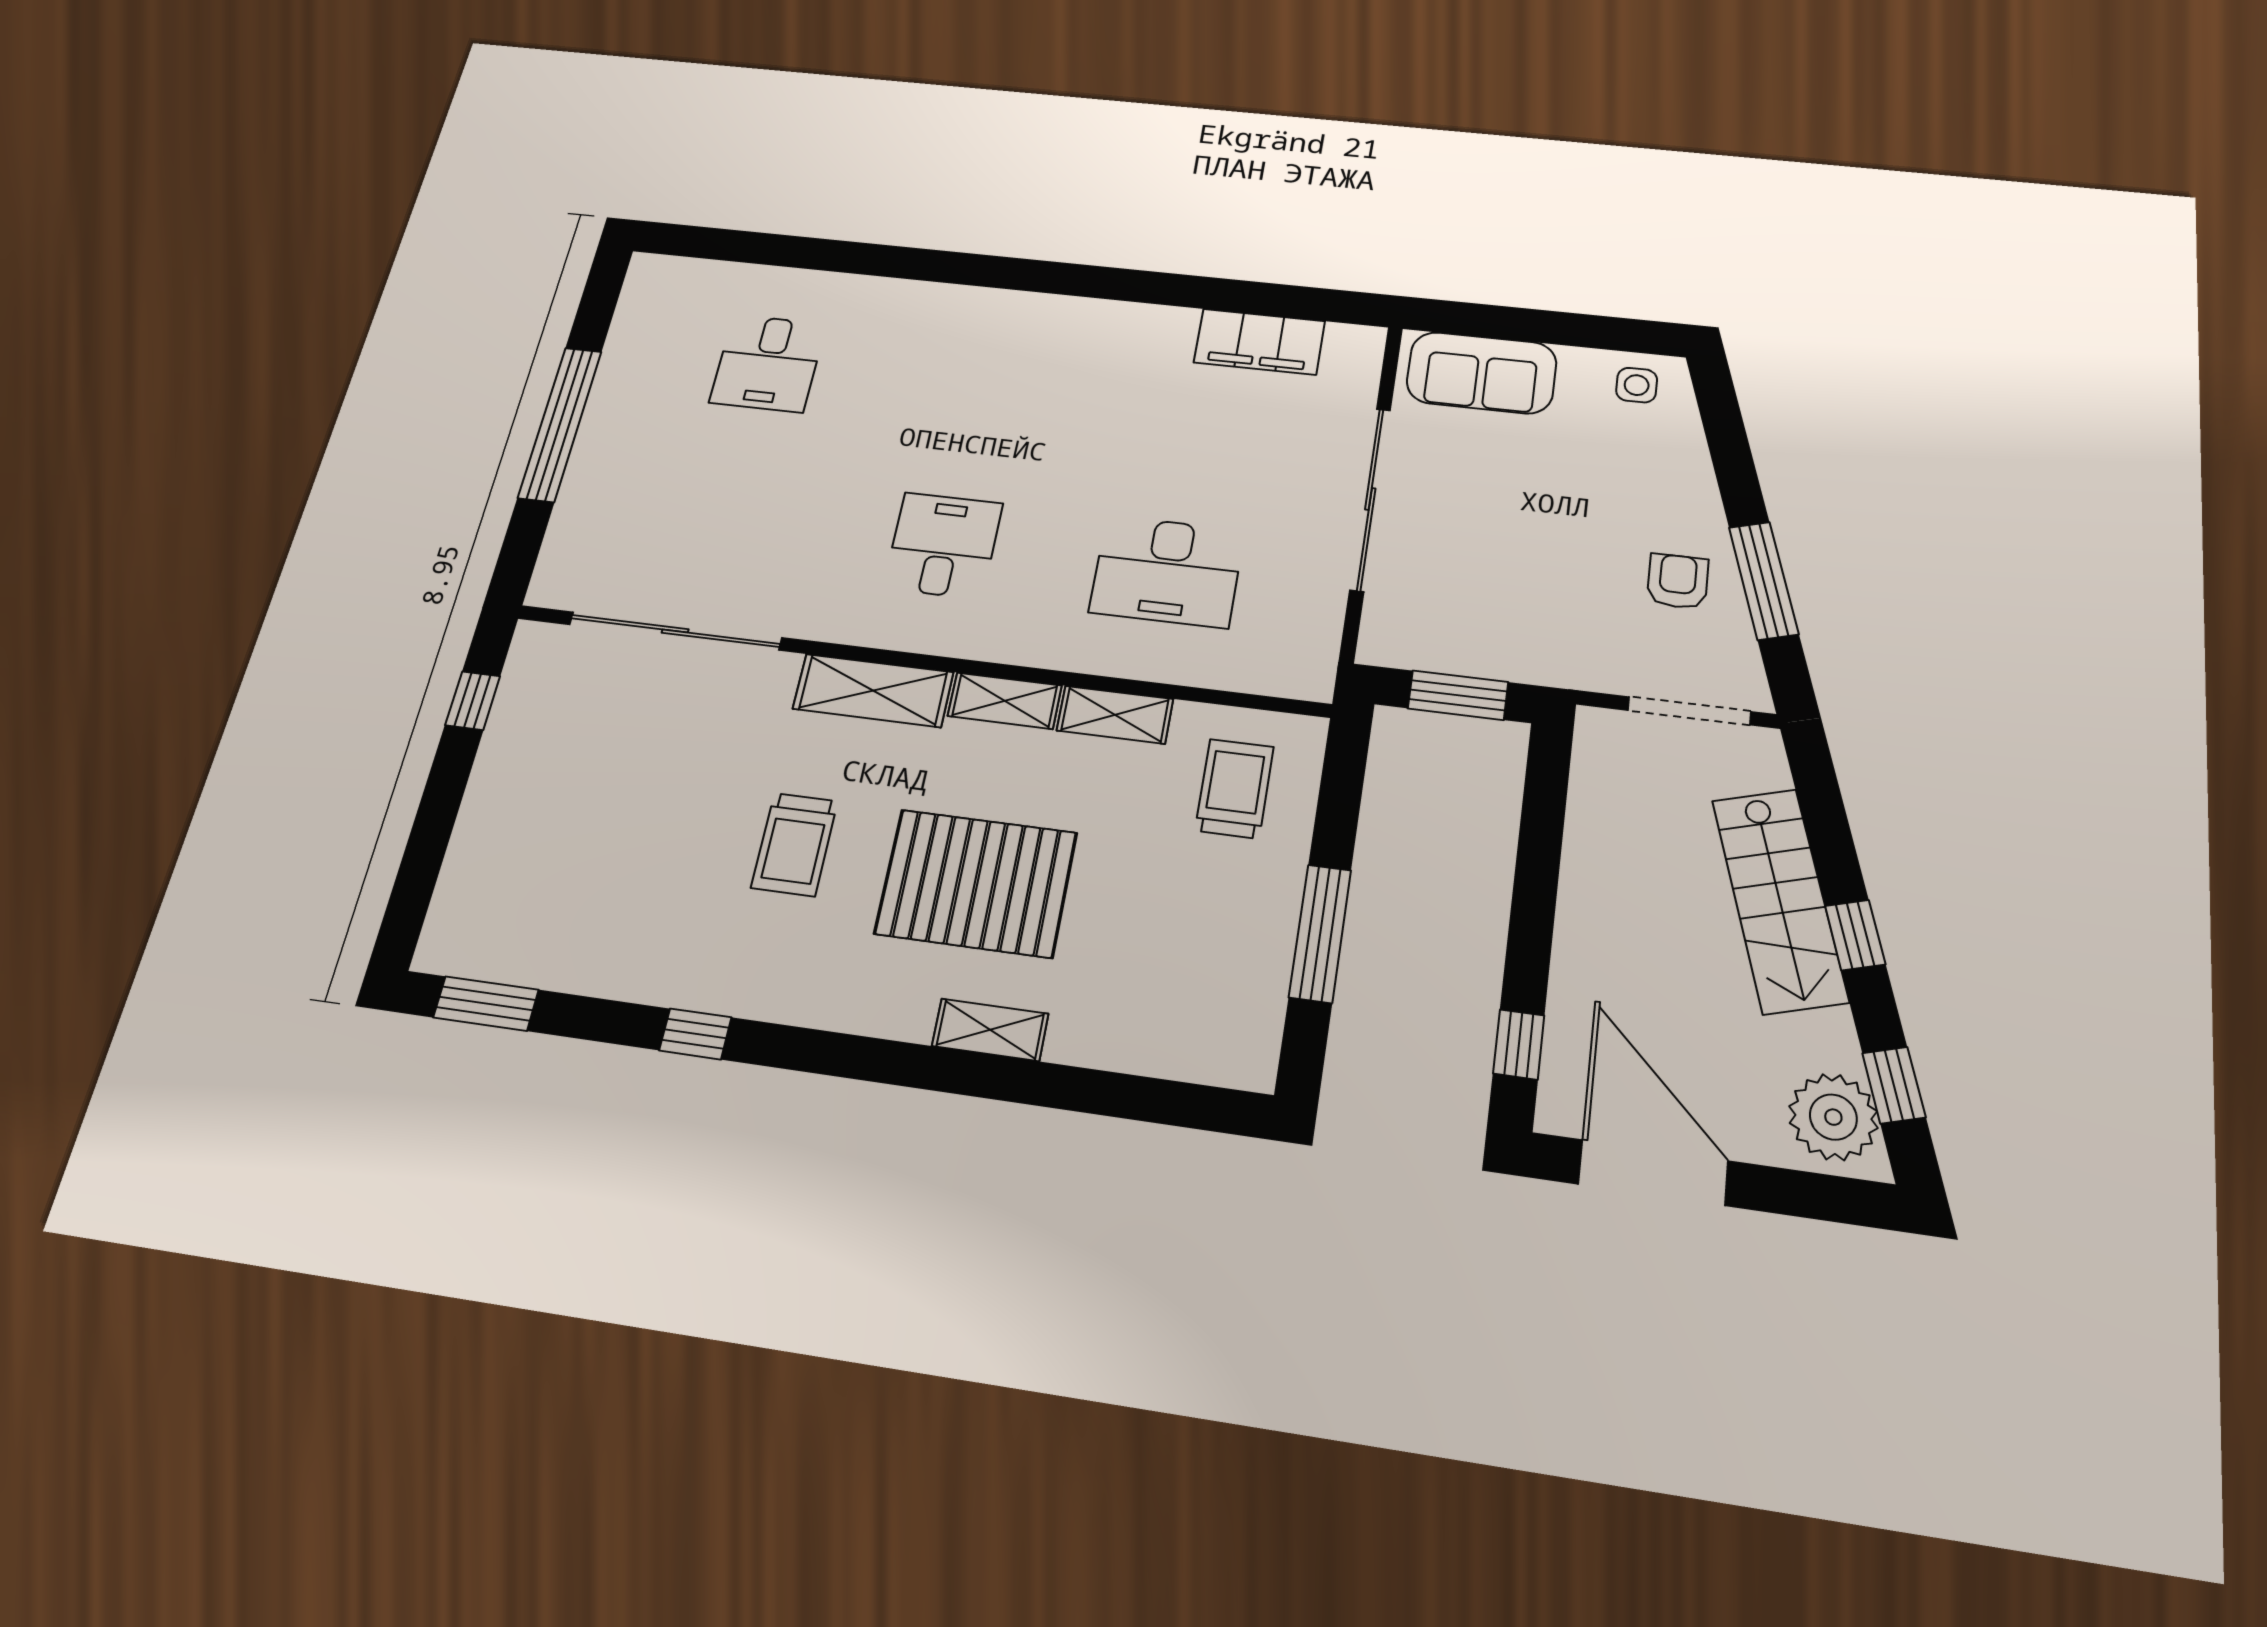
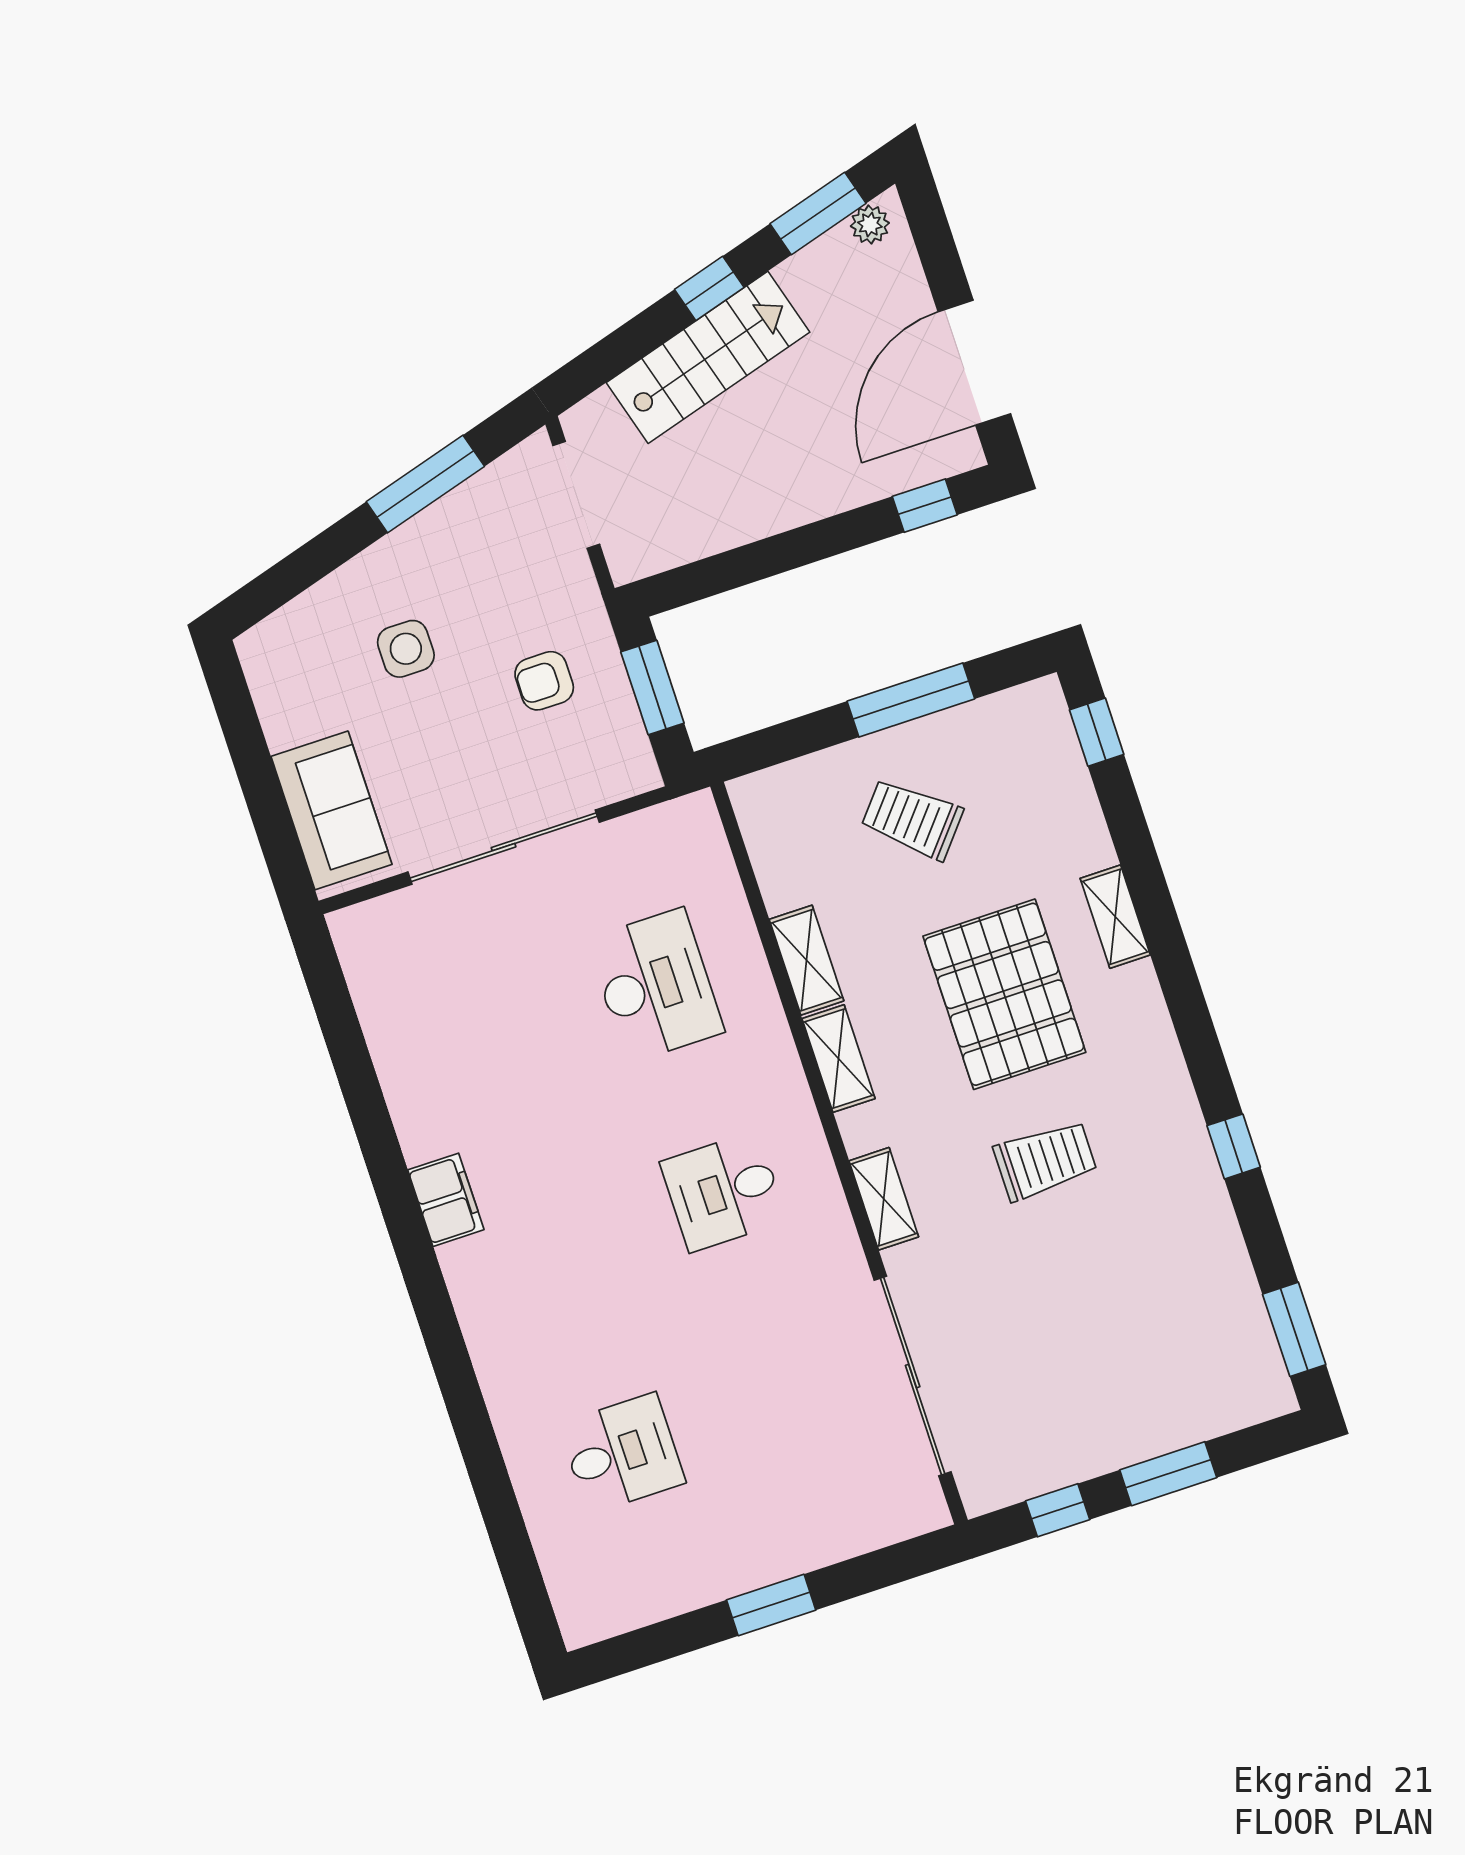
filing cabinet: (1259, 342) -> (446, 1200), moved, width x0.67, depth x0.86
side table: (1637, 385) -> (406, 649), moved, width x1.37, depth x1.37
window: (560, 424) -> (771, 1605), width x0.47
armchair: (1678, 581) -> (544, 681), moved
shelving: (873, 690) -> (884, 1199), width x0.67, depth x0.75
trolley: (1234, 789) -> (912, 819), moved, turned 40
window: (436, 816) -> (1168, 1474), added
window: (1894, 1085) -> (818, 214), width x1.50
window: (1189, 1105) -> (1097, 732), added
plant: (1833, 1117) -> (870, 225), width x0.53, depth x0.53

